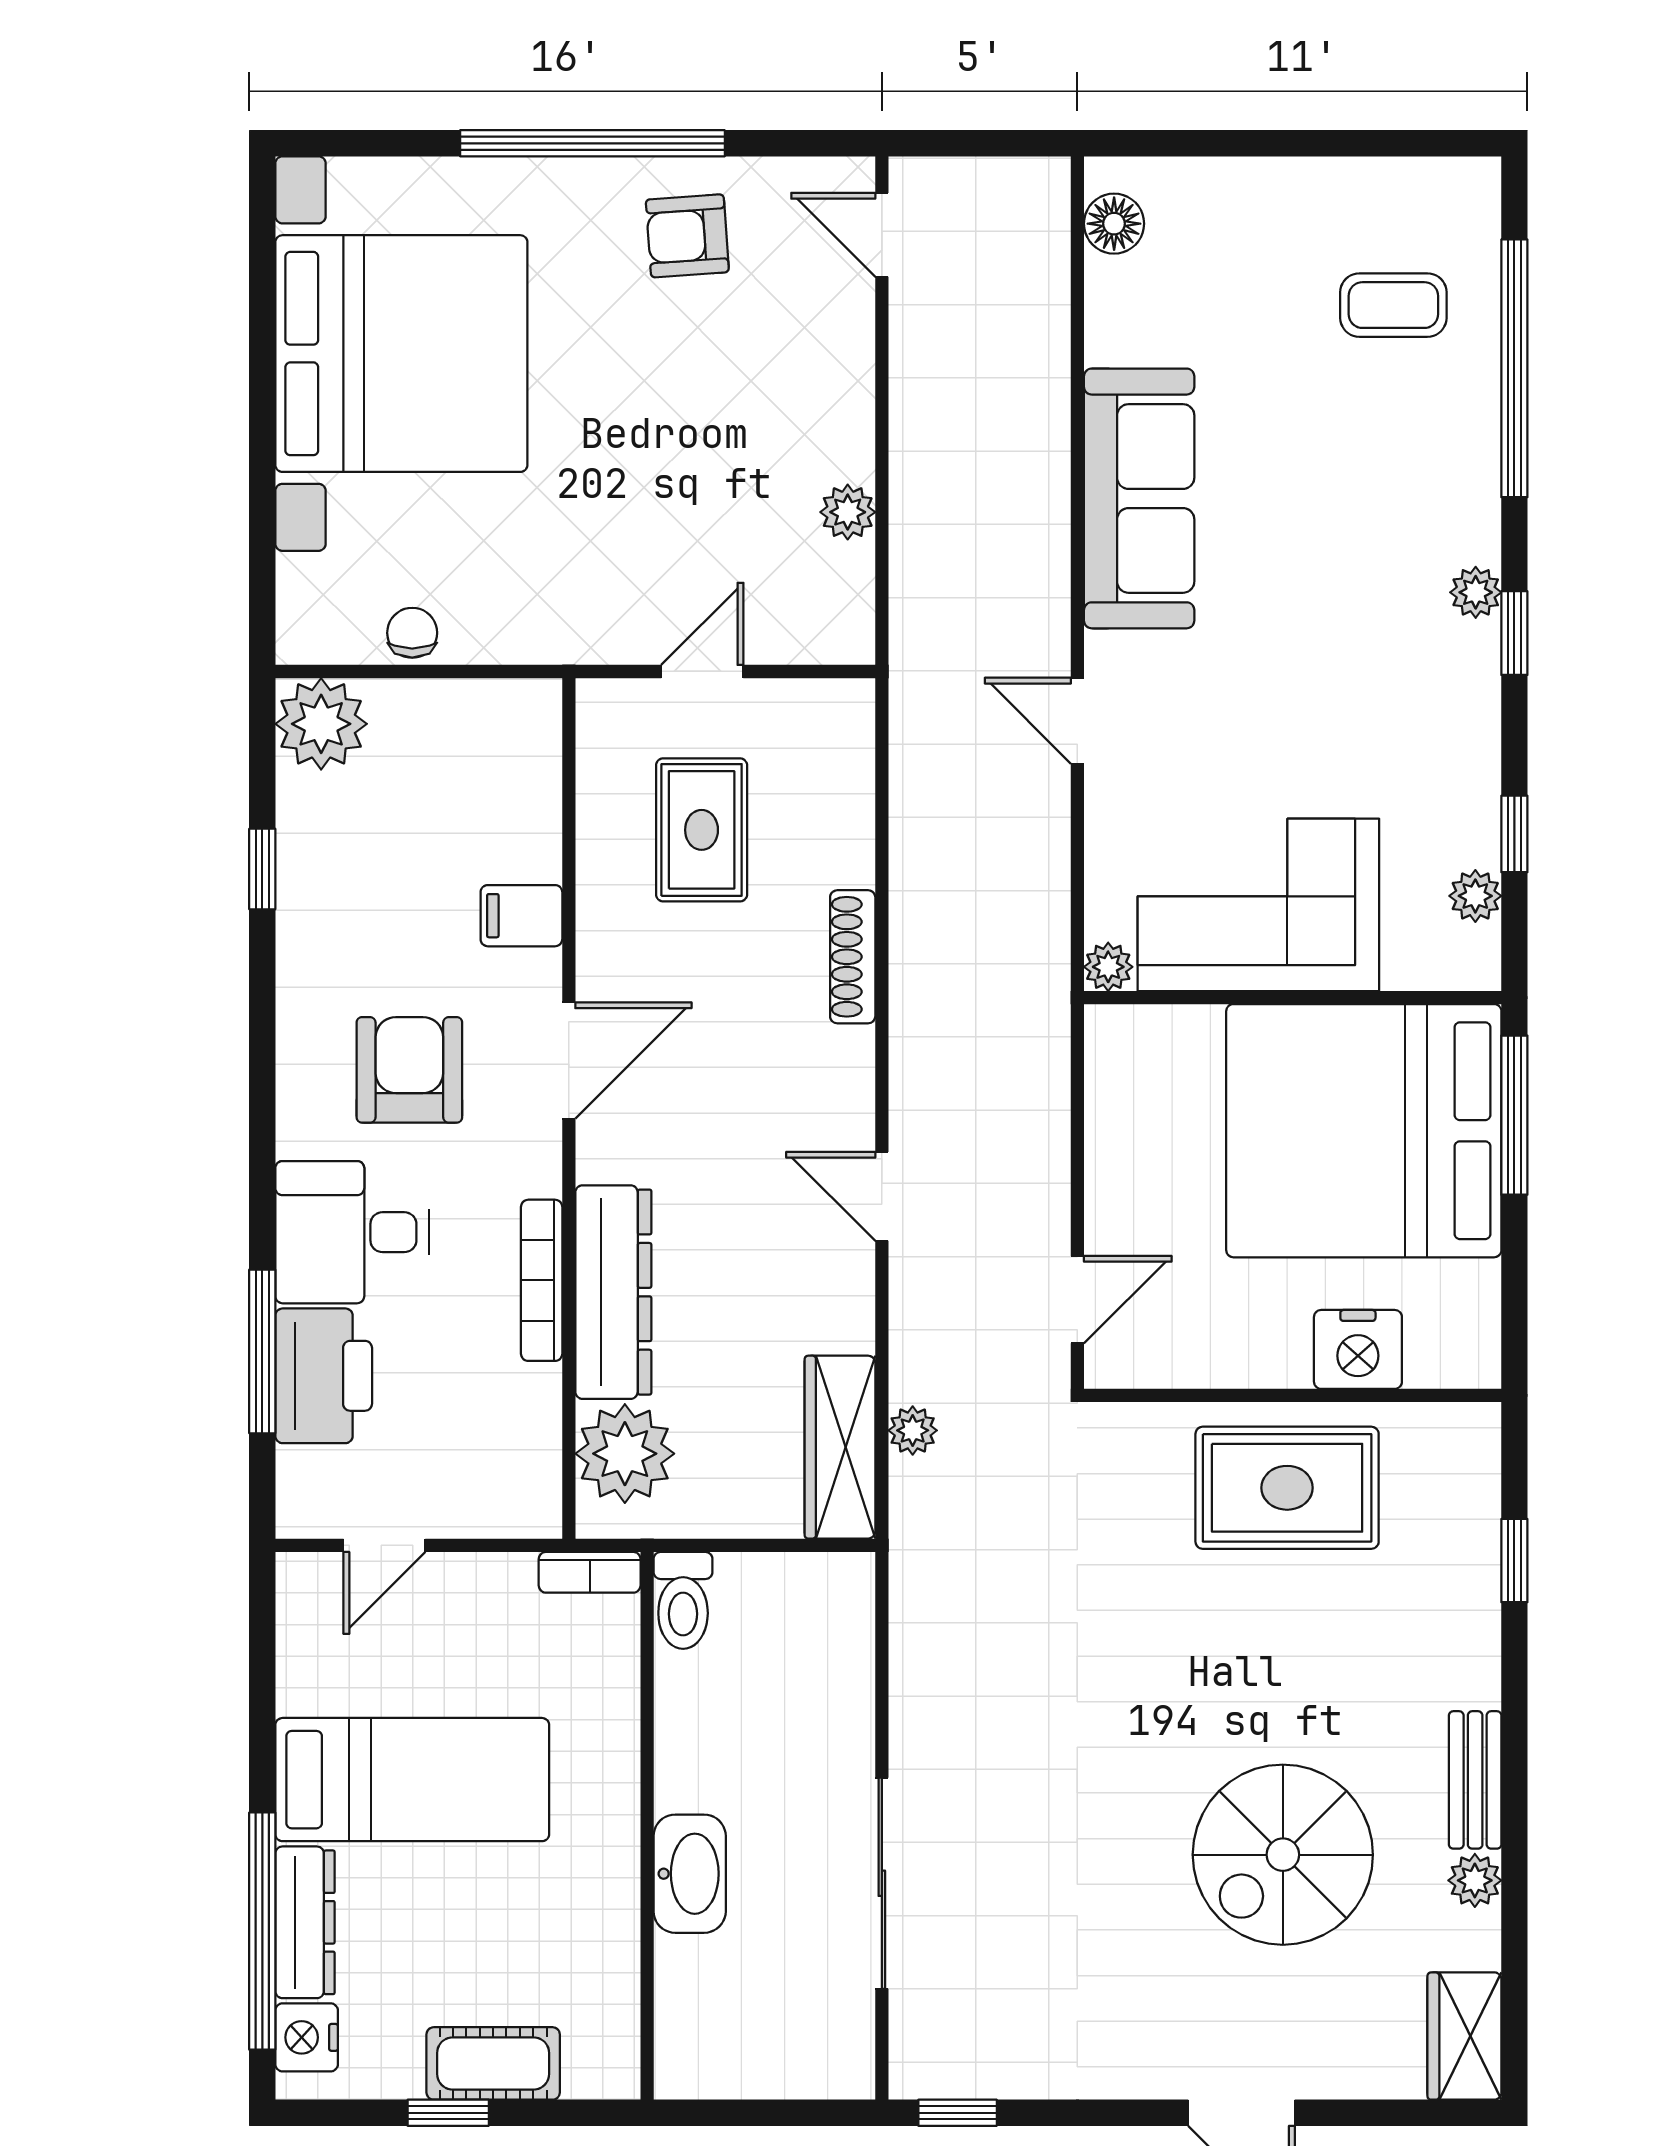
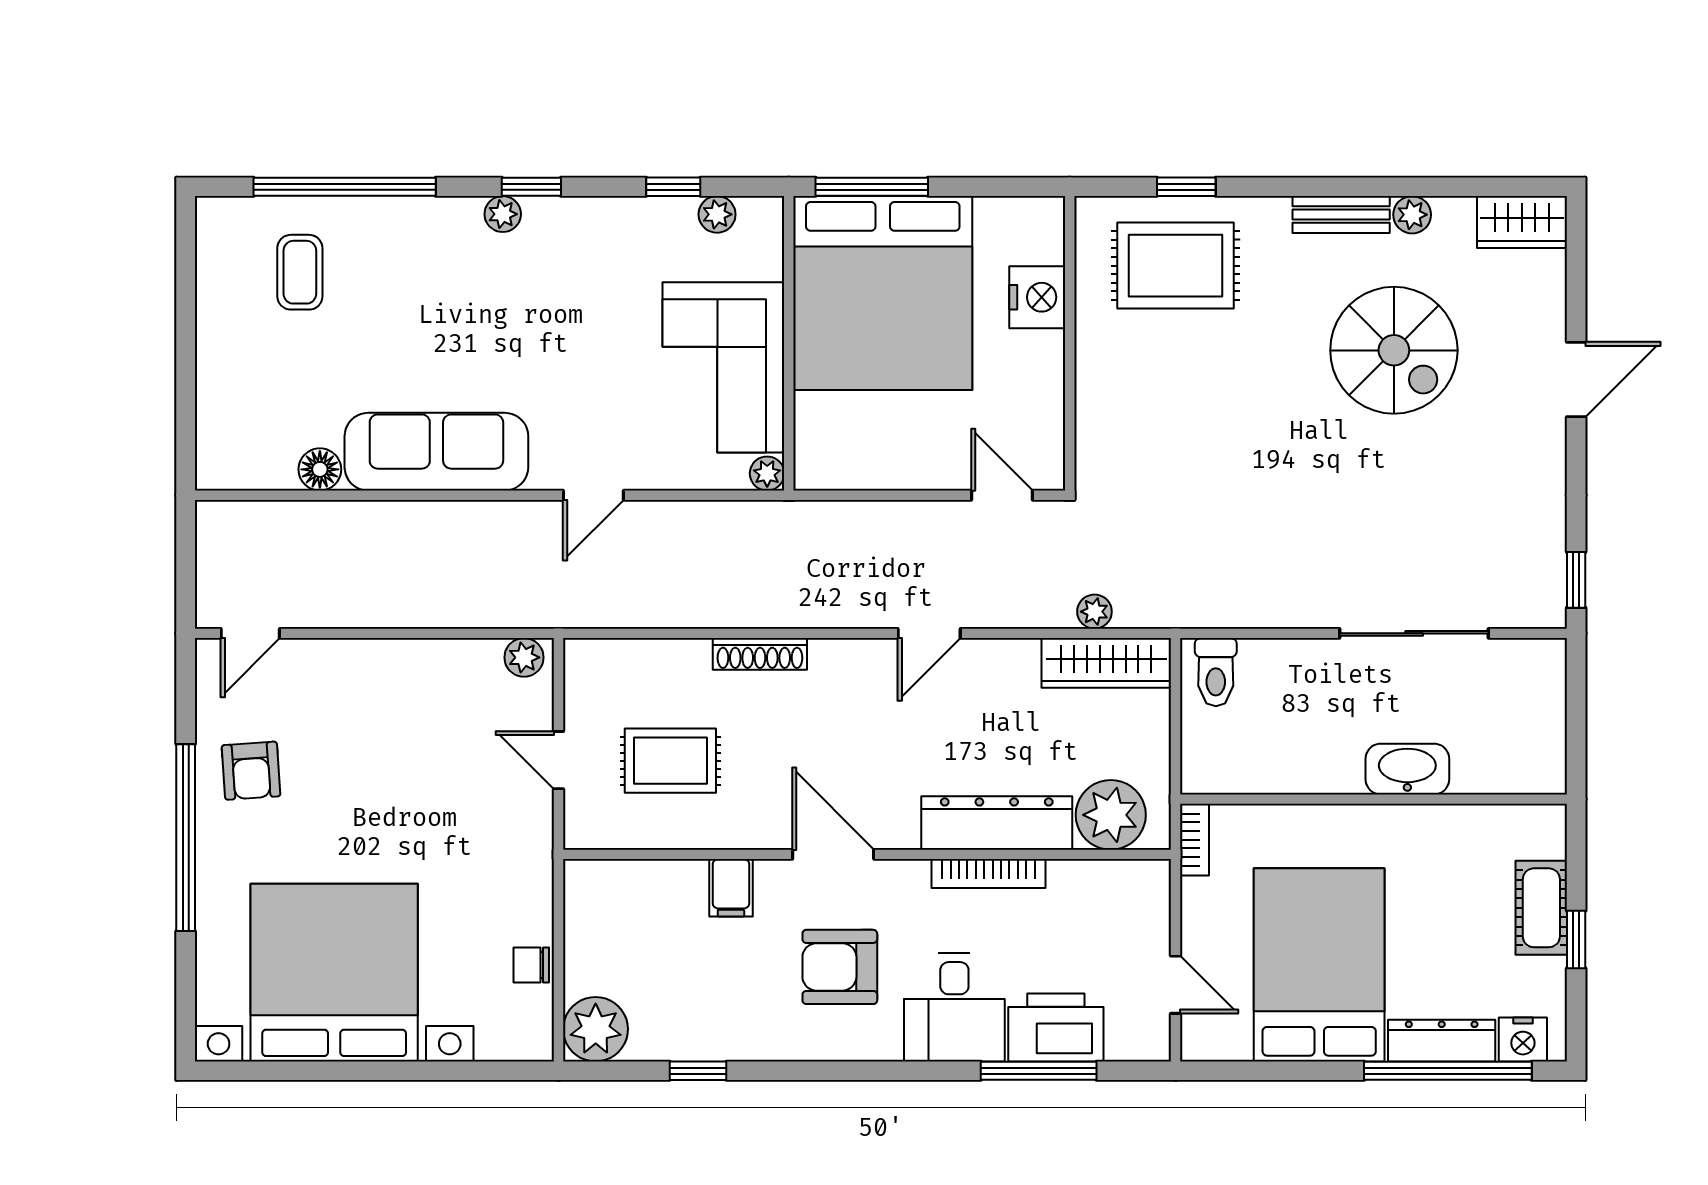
floor lamp: (1114, 224) -> (320, 469), moved
plant: (848, 512) -> (524, 657), moved
rug: (1287, 1488) -> (1175, 266), moved, turned 90
toilet: (683, 1600) -> (1216, 672), moved, turned 90
bed: (412, 1780) -> (1319, 965), width x1.50

